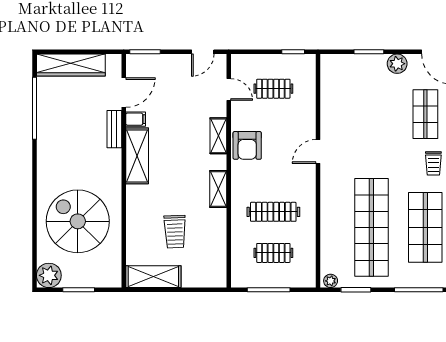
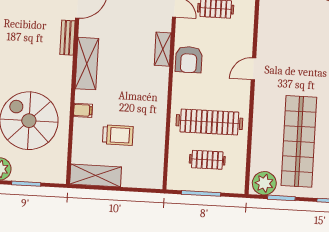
filing cabinet: (136, 119) -> (83, 110), moved
shelving: (218, 189) -> (160, 98), removed
clothes rail: (273, 212) -> (209, 122), width x1.37, depth x1.31
trolley: (175, 232) -> (118, 135), turned -88
plant: (331, 281) -> (264, 183), width x1.88, depth x1.88

